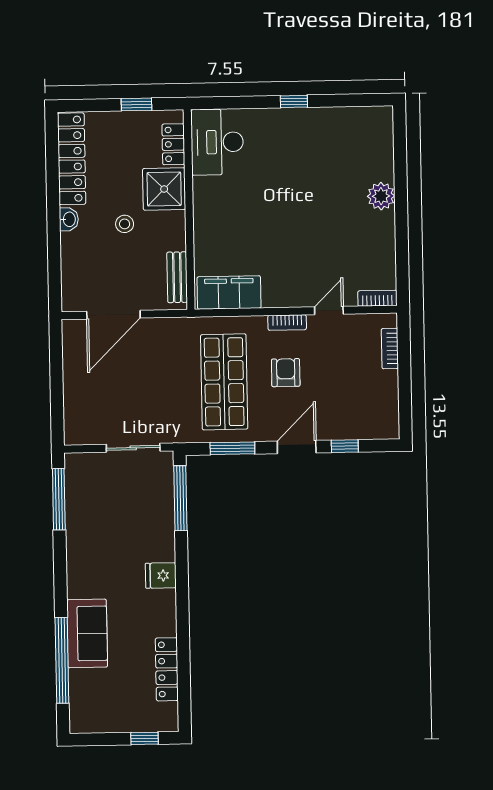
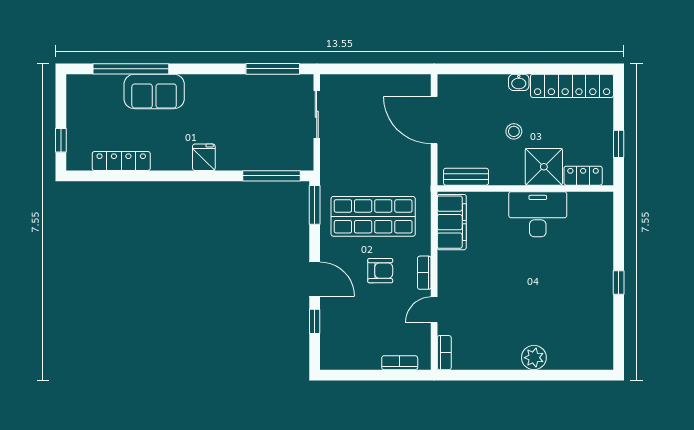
desk: (217, 142) -> (538, 214), moved
door: (329, 311) -> (434, 310), swing flipped
sliding door: (133, 448) -> (317, 114), moved
window: (232, 448) -> (315, 205), moved

